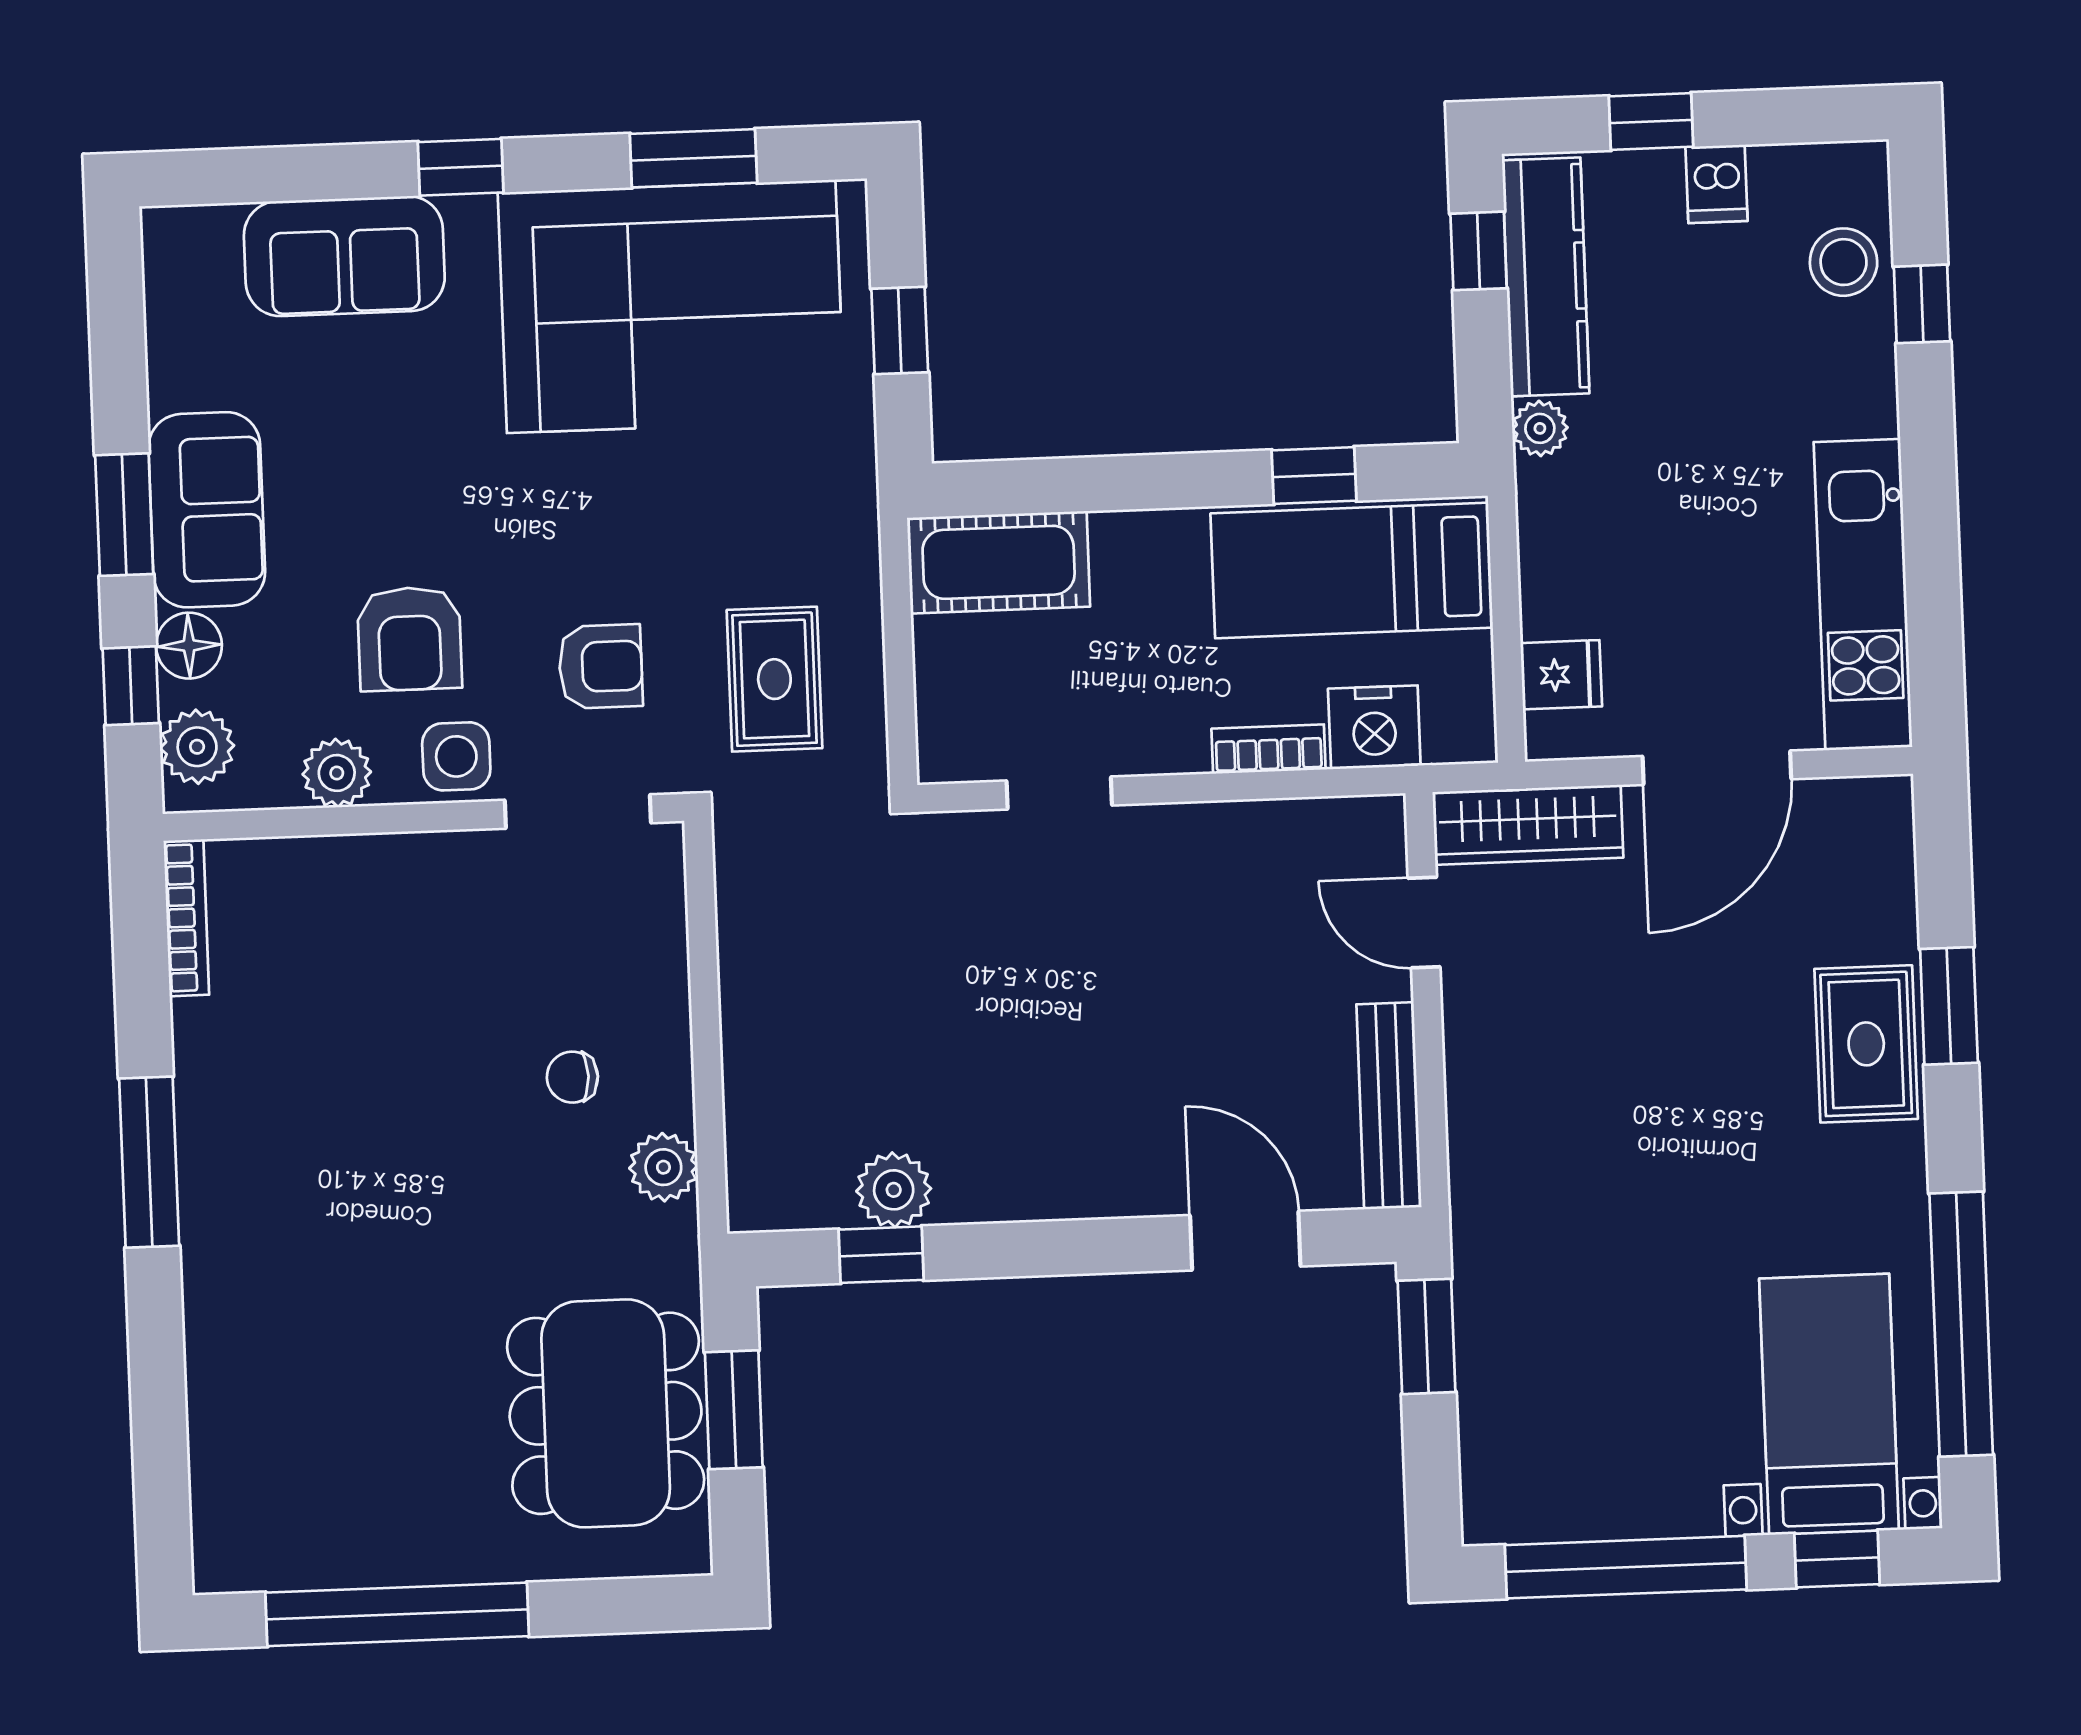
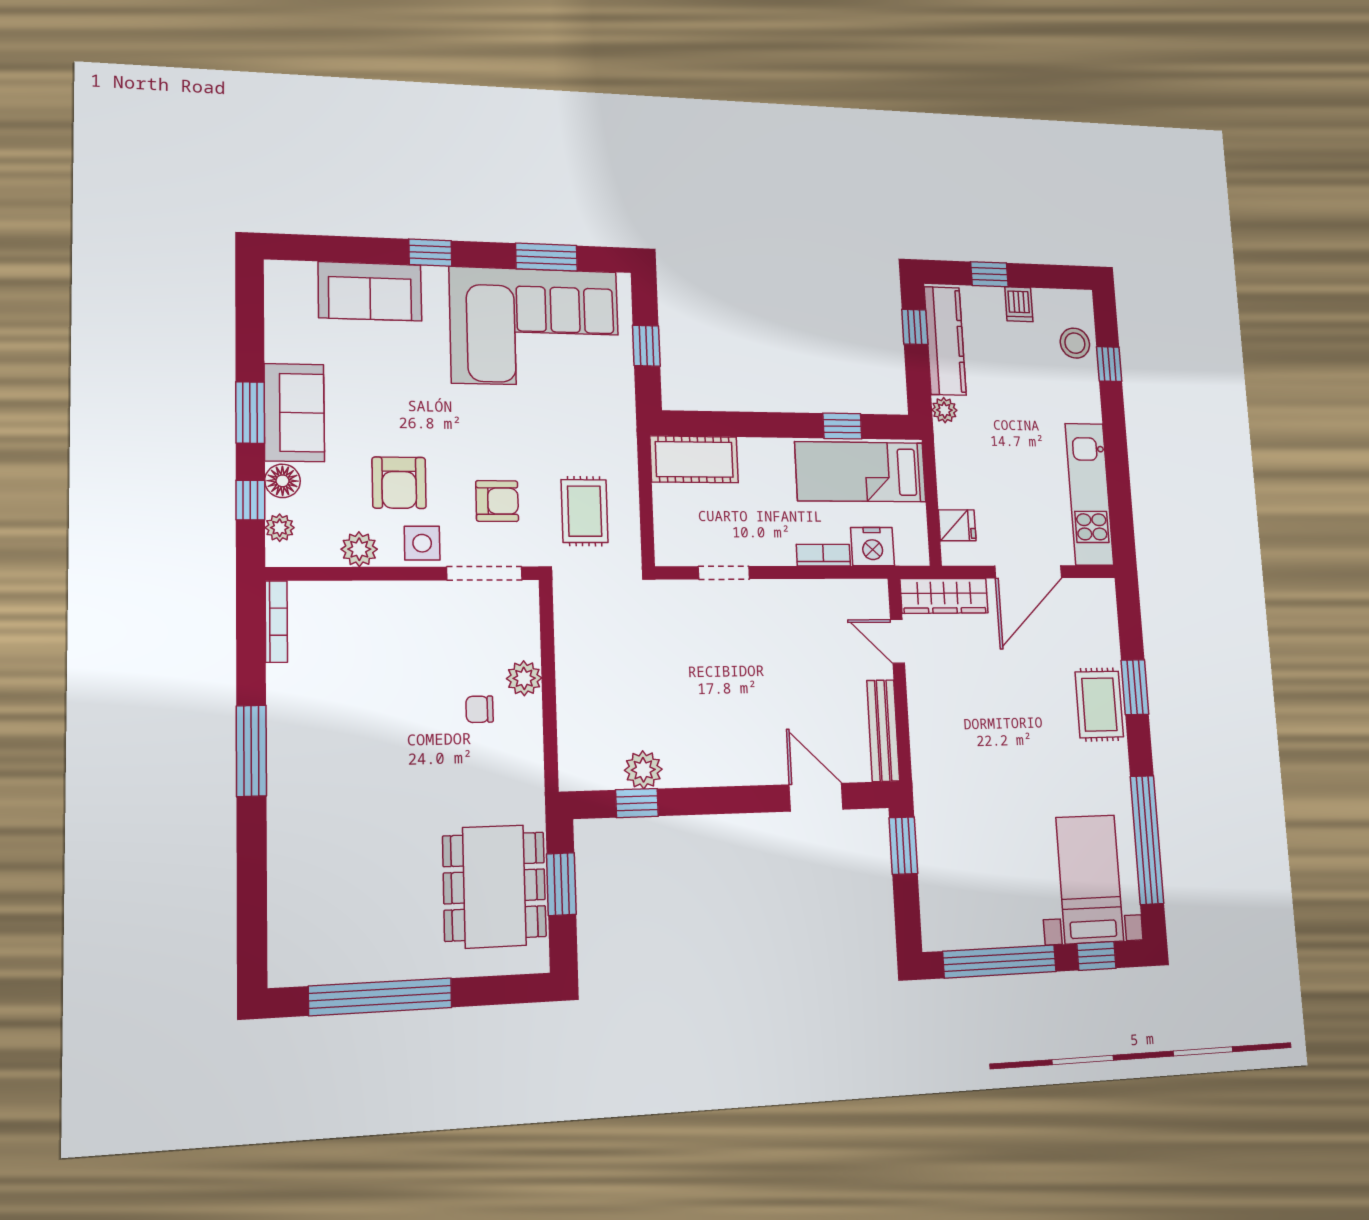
plant: (197, 747) -> (280, 528), width x0.73, depth x0.73
plant: (663, 1167) -> (524, 678), moved

